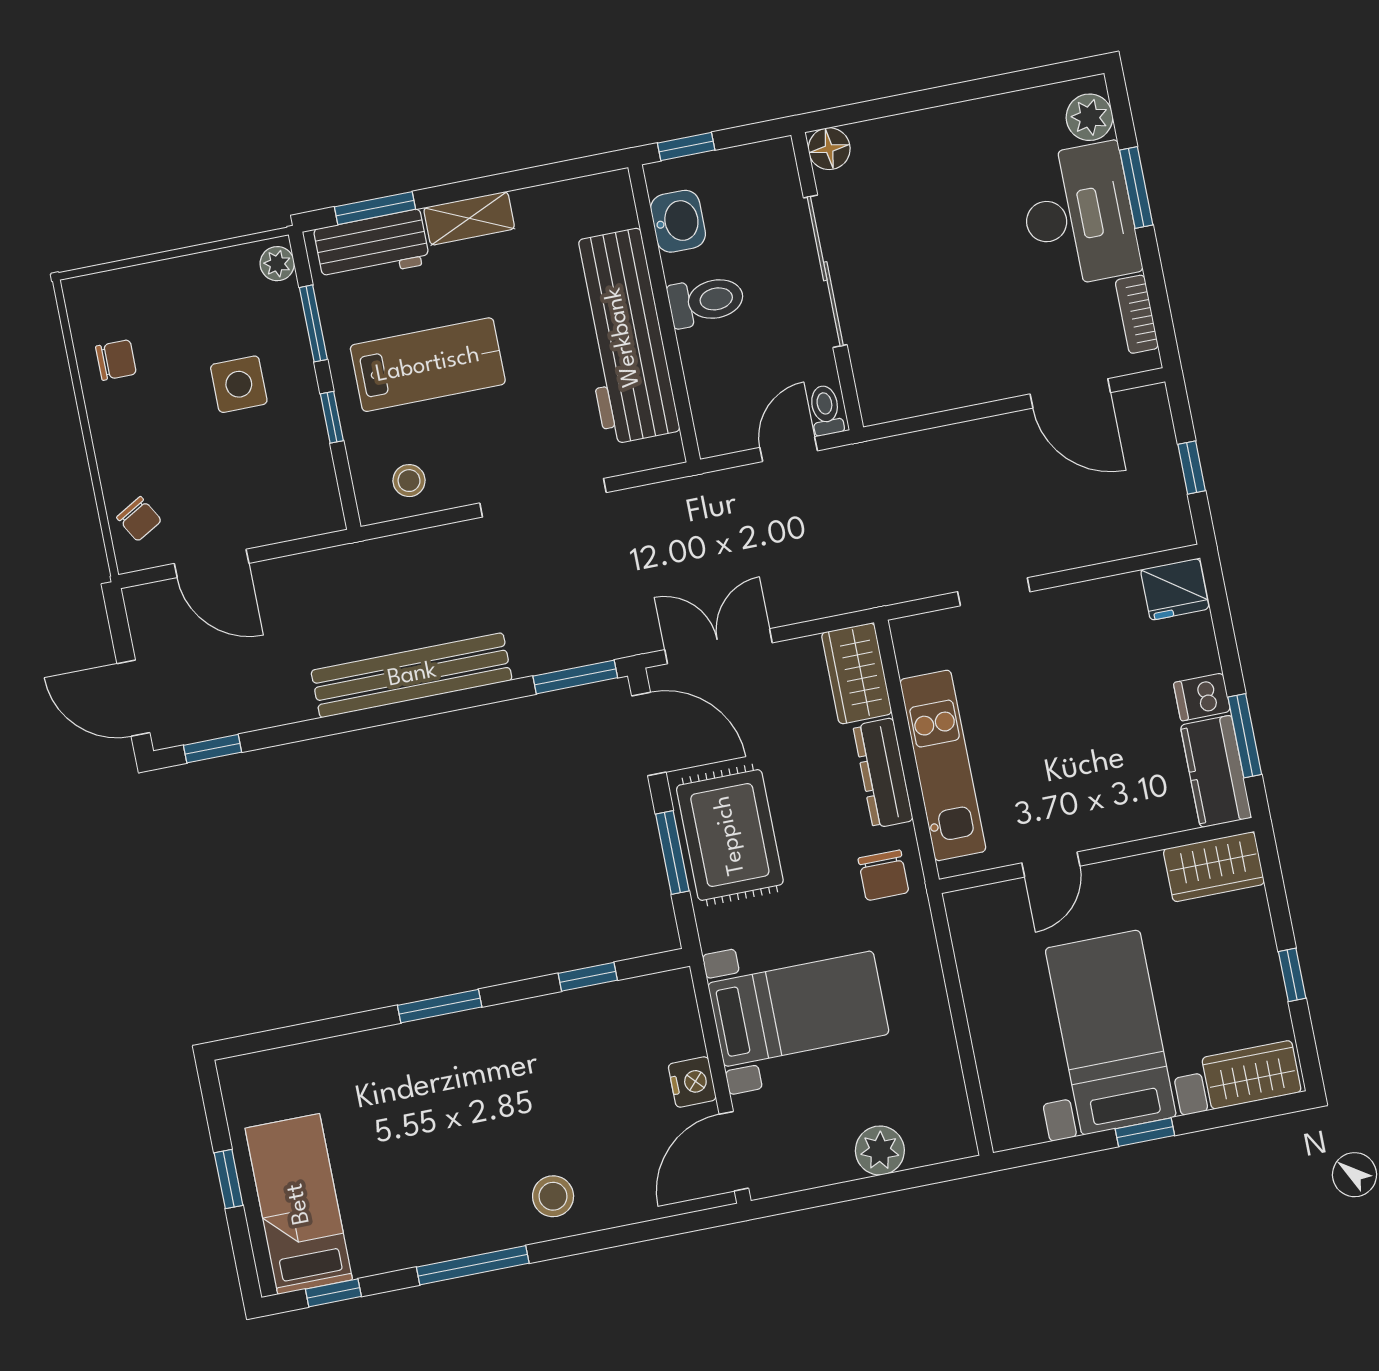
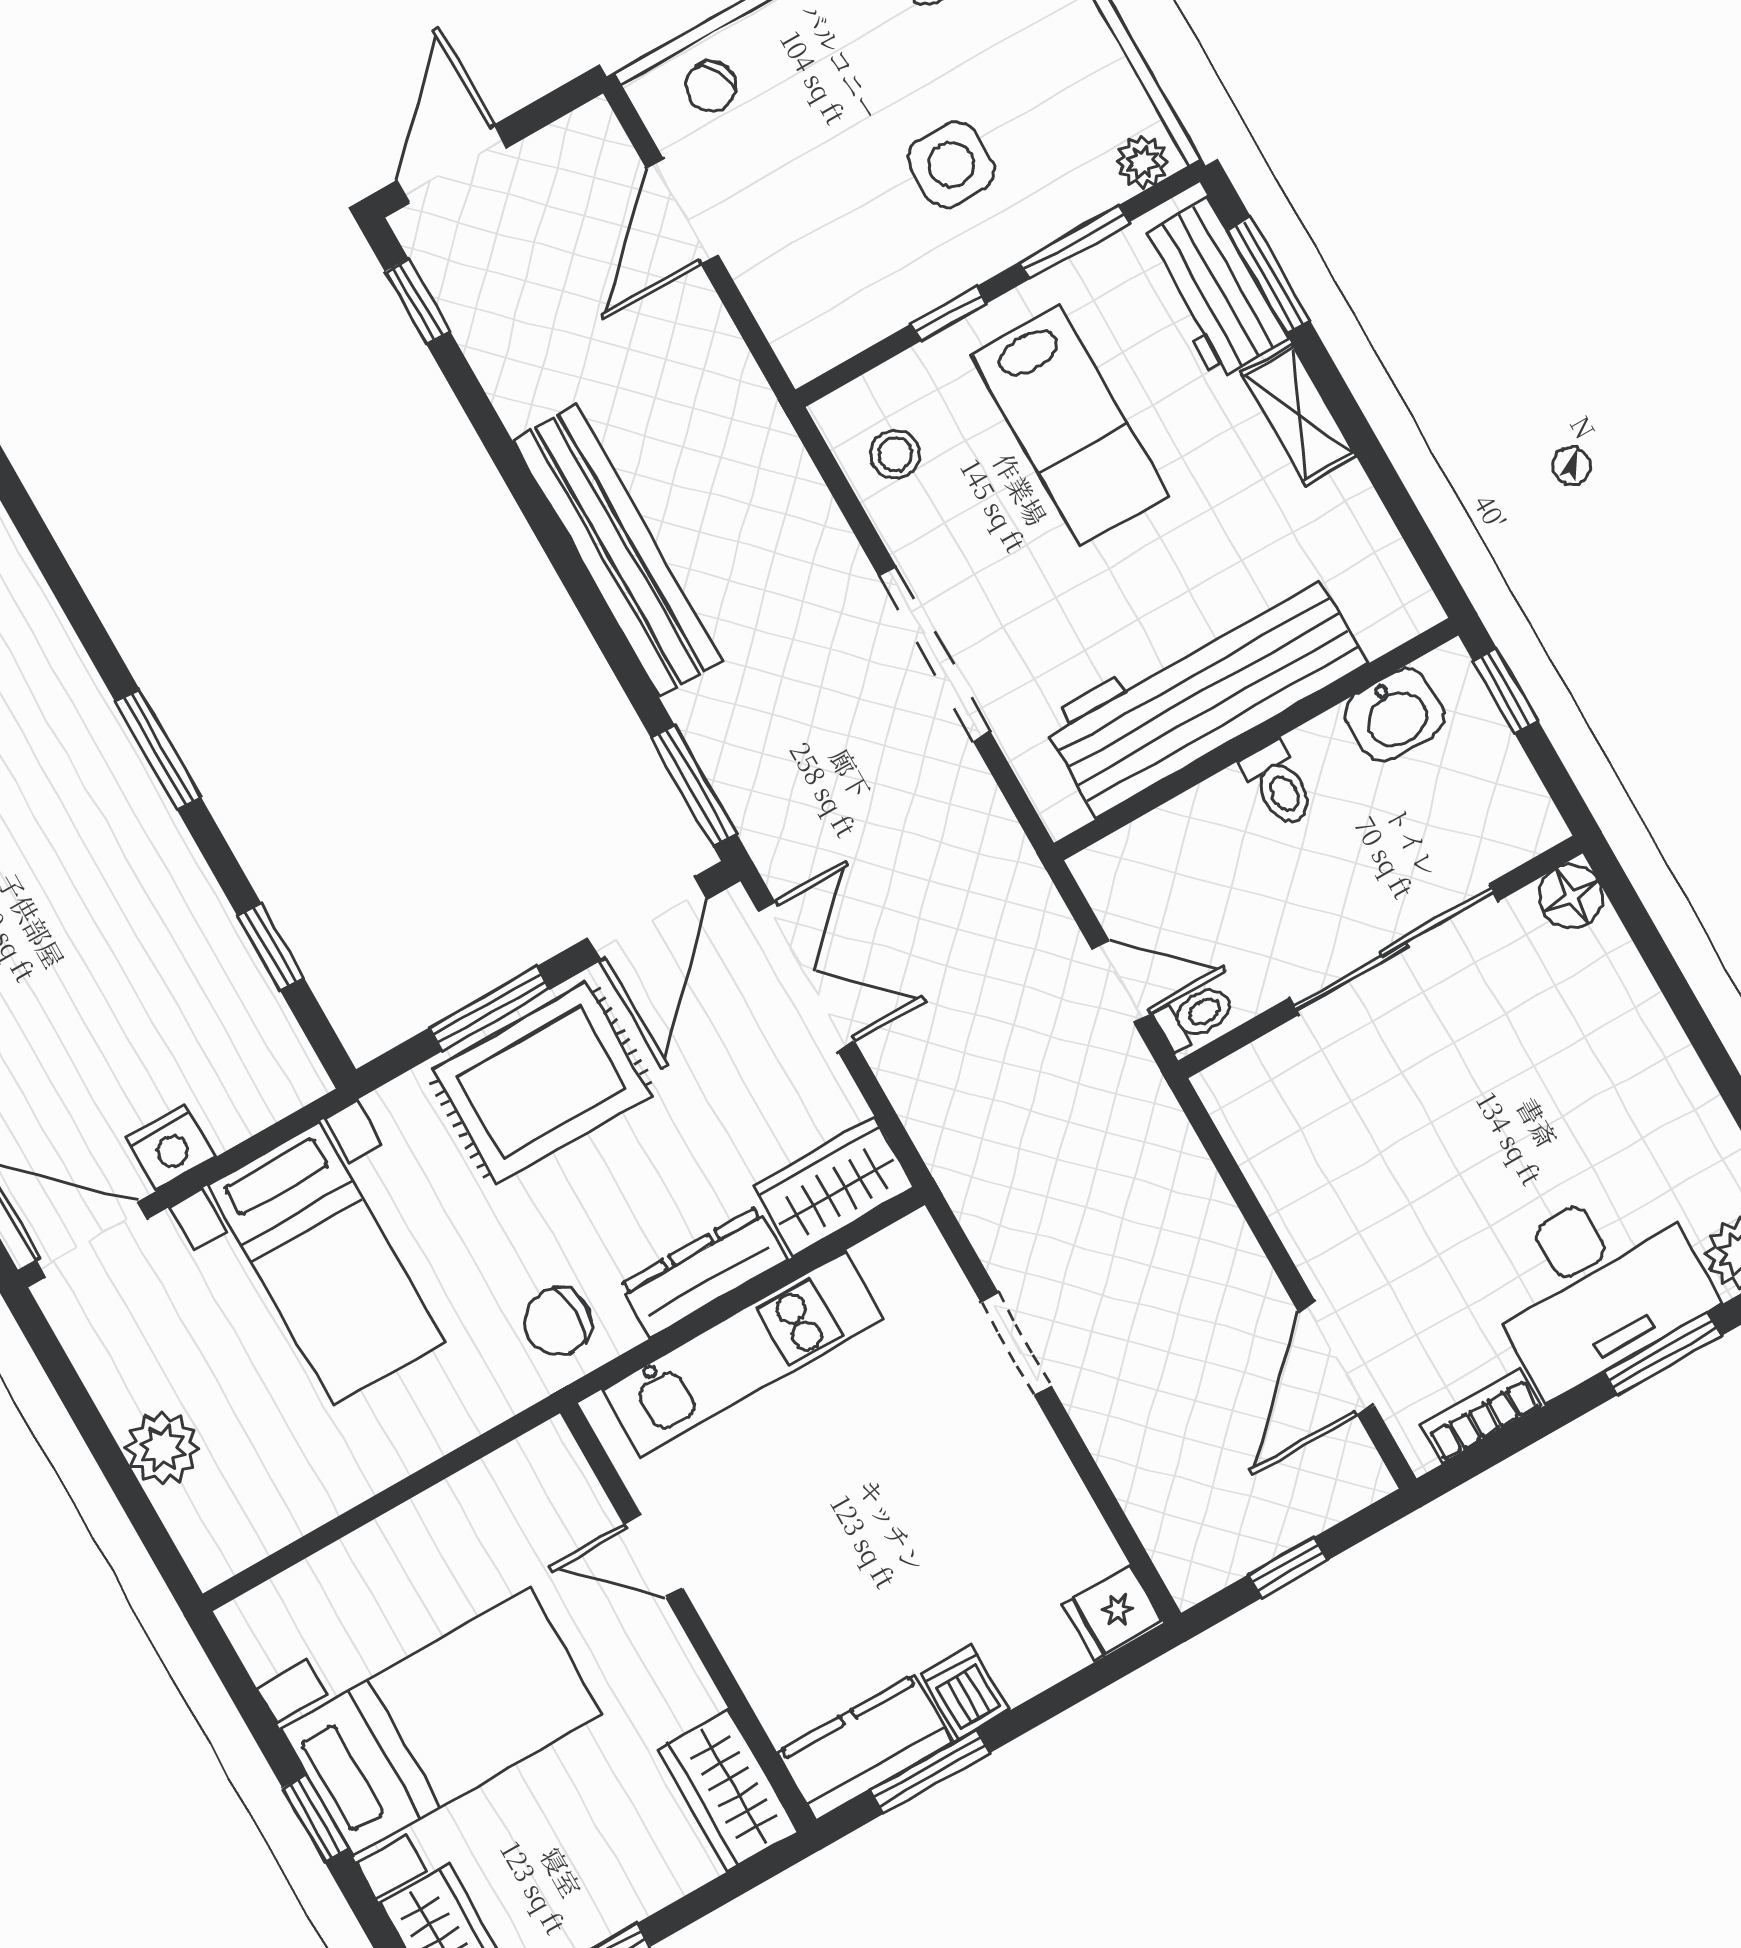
toilet: (706, 301) -> (1279, 784), width x0.73, depth x0.72
fridge: (1175, 589) -> (1112, 1612), width x0.72

